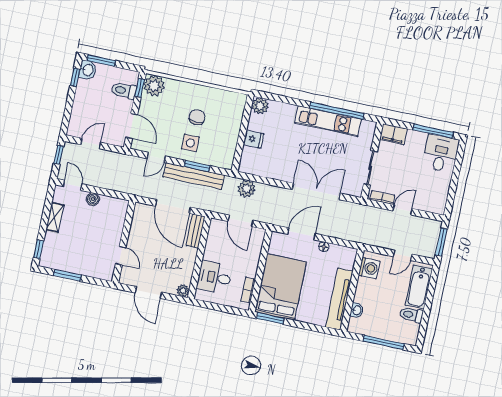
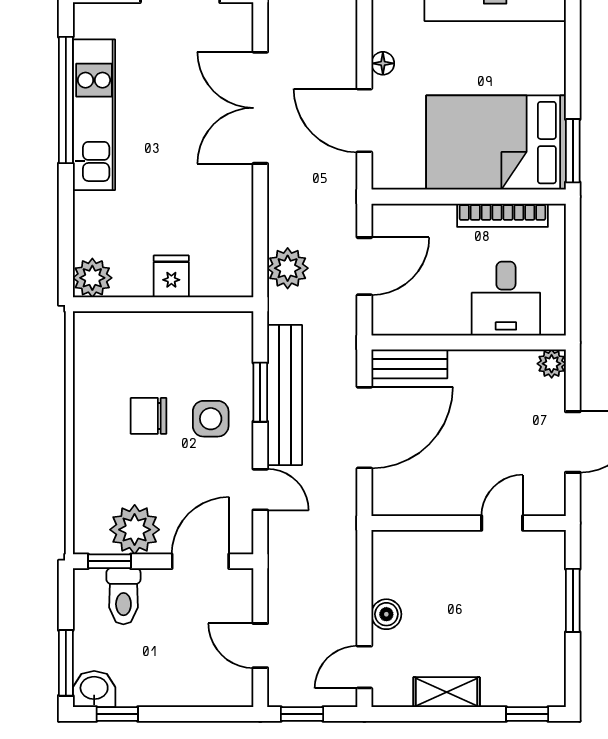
plant: (154, 86) -> (135, 530), moved
window: (67, 275) -> (573, 600), moved
bookcase: (248, 290) -> (502, 215), width x1.56

